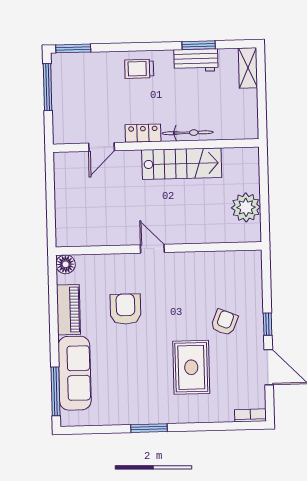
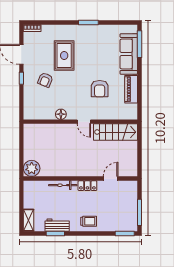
stairs: (182, 164) -> (116, 132), moved, turned 180
plant: (246, 207) -> (32, 168), moved
floor lamp: (66, 264) -> (61, 114), moved

